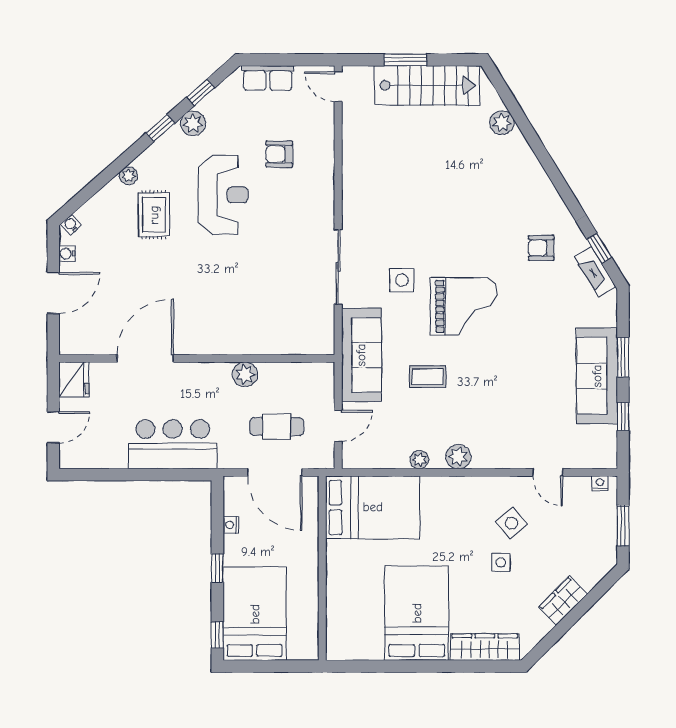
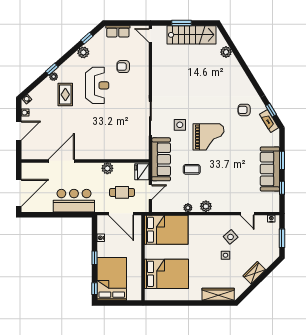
window: (160, 128) -> (52, 69), moved
fridge: (74, 379) -> (142, 172), moved, turned 180
door: (53, 427) -> (19, 193), width x1.88
bed: (417, 613) -> (166, 274), moved, turned 90

